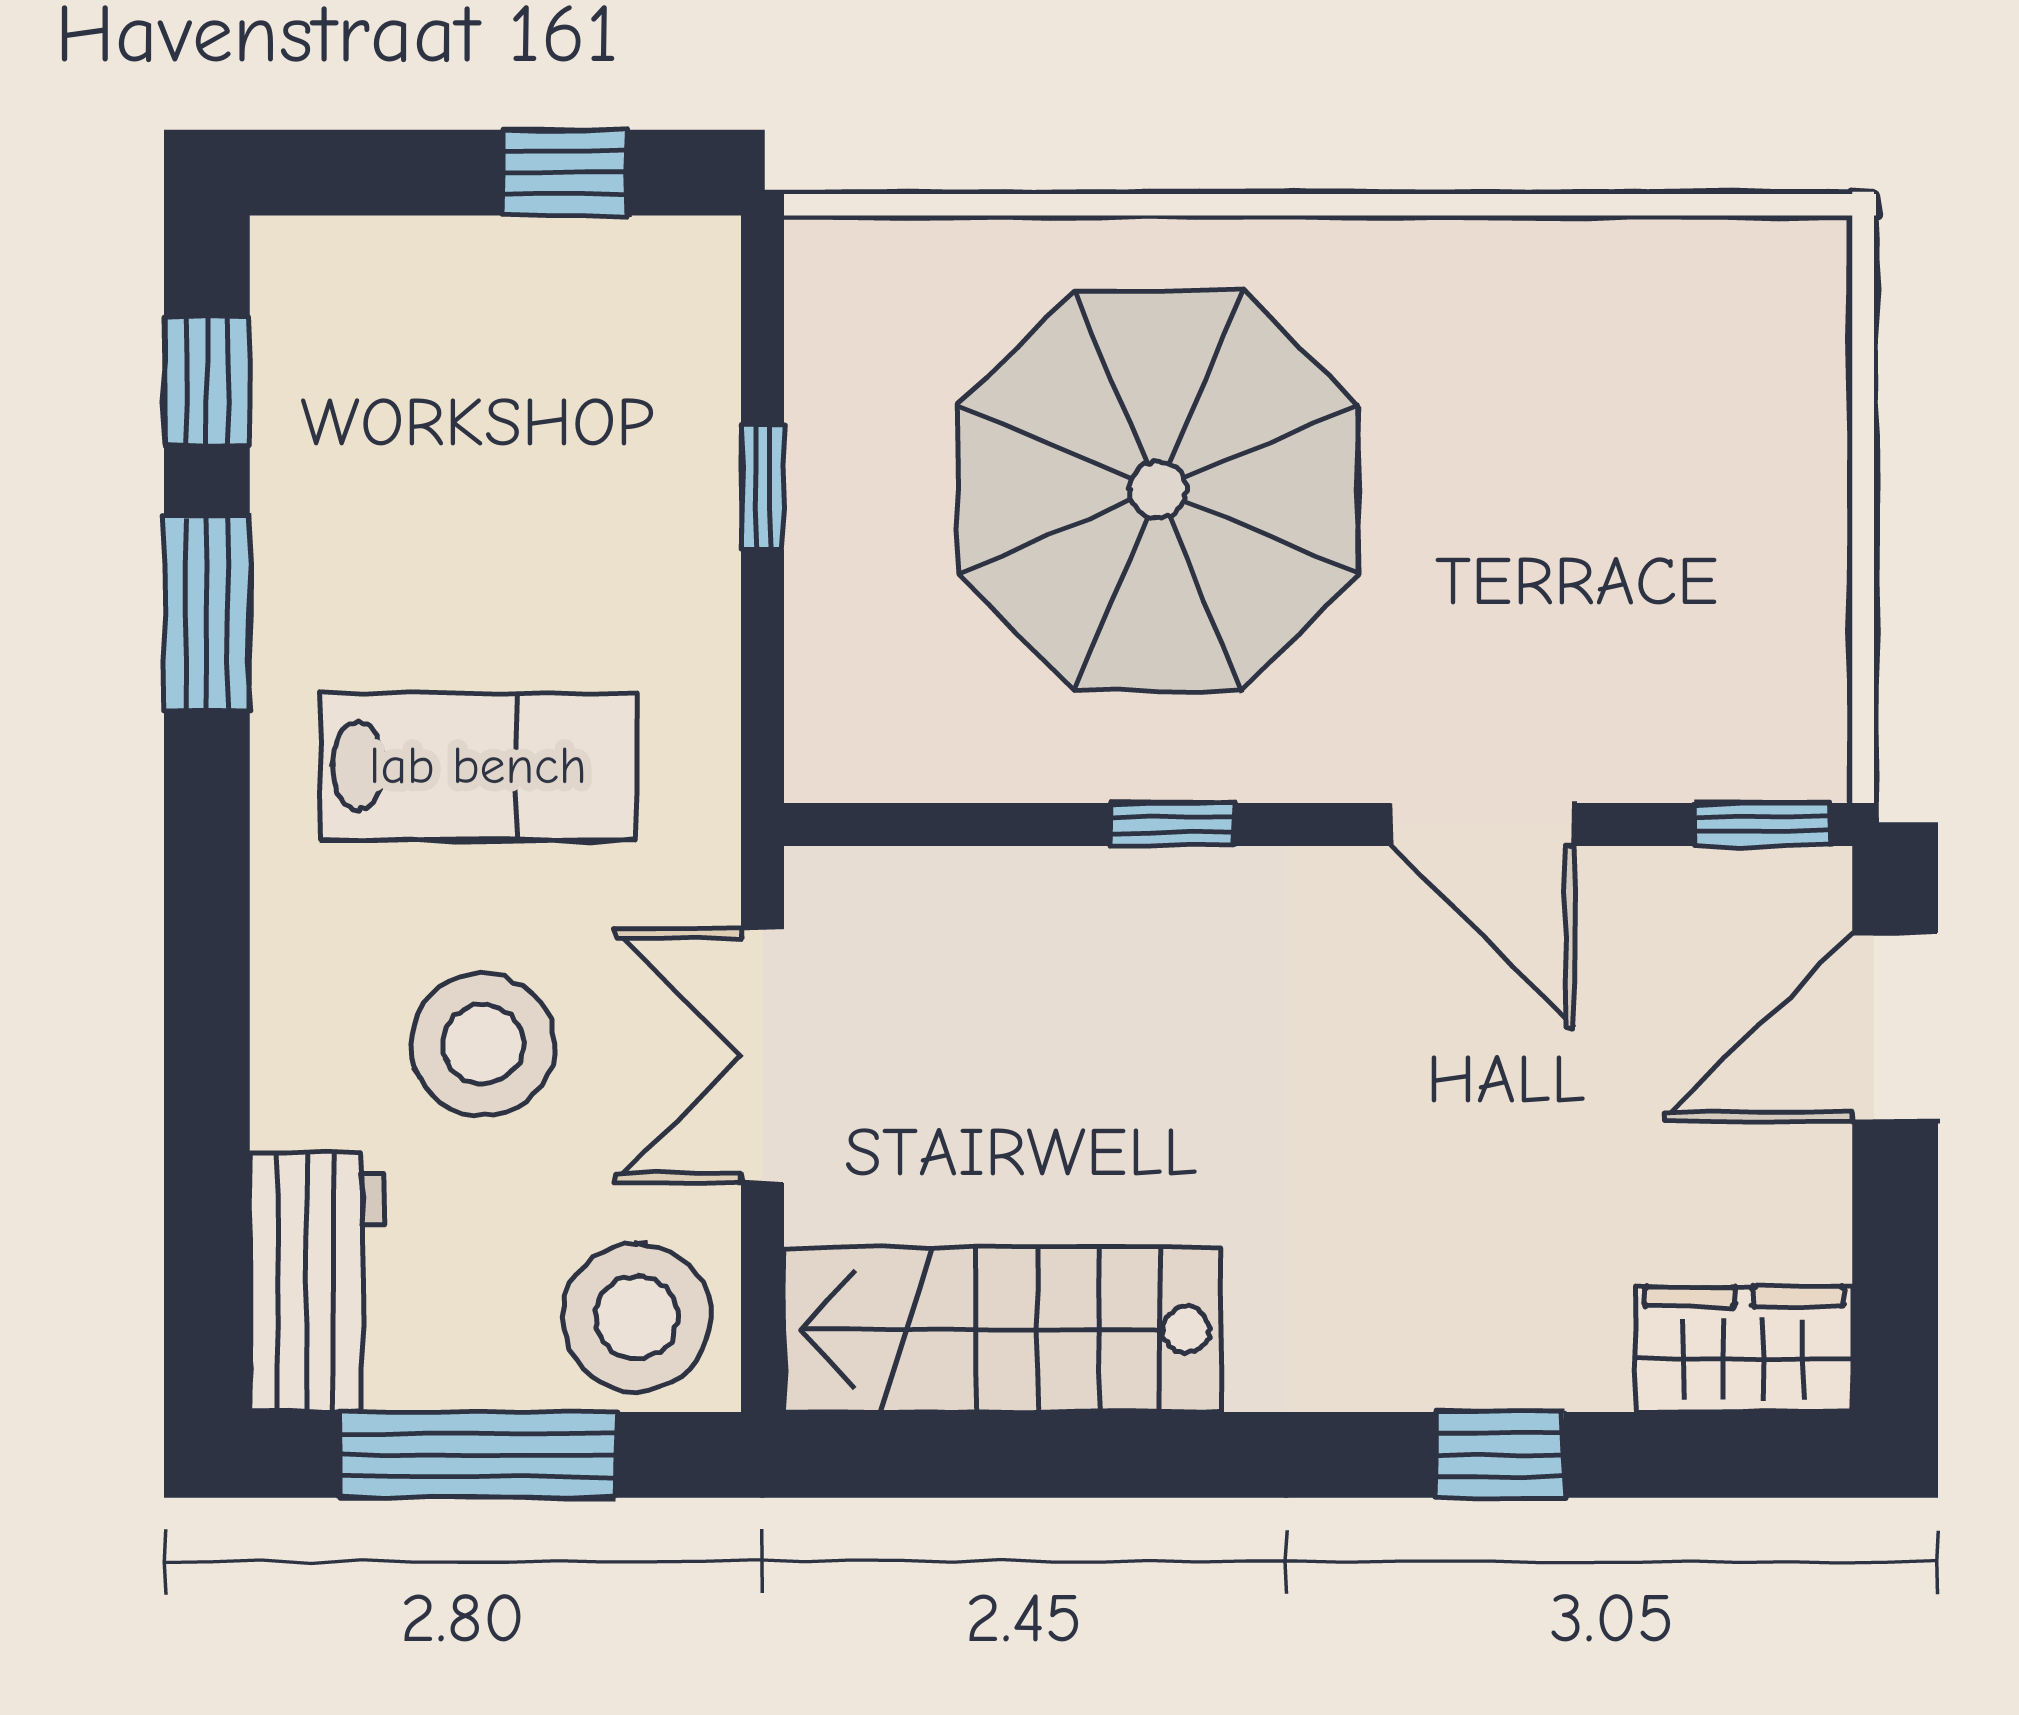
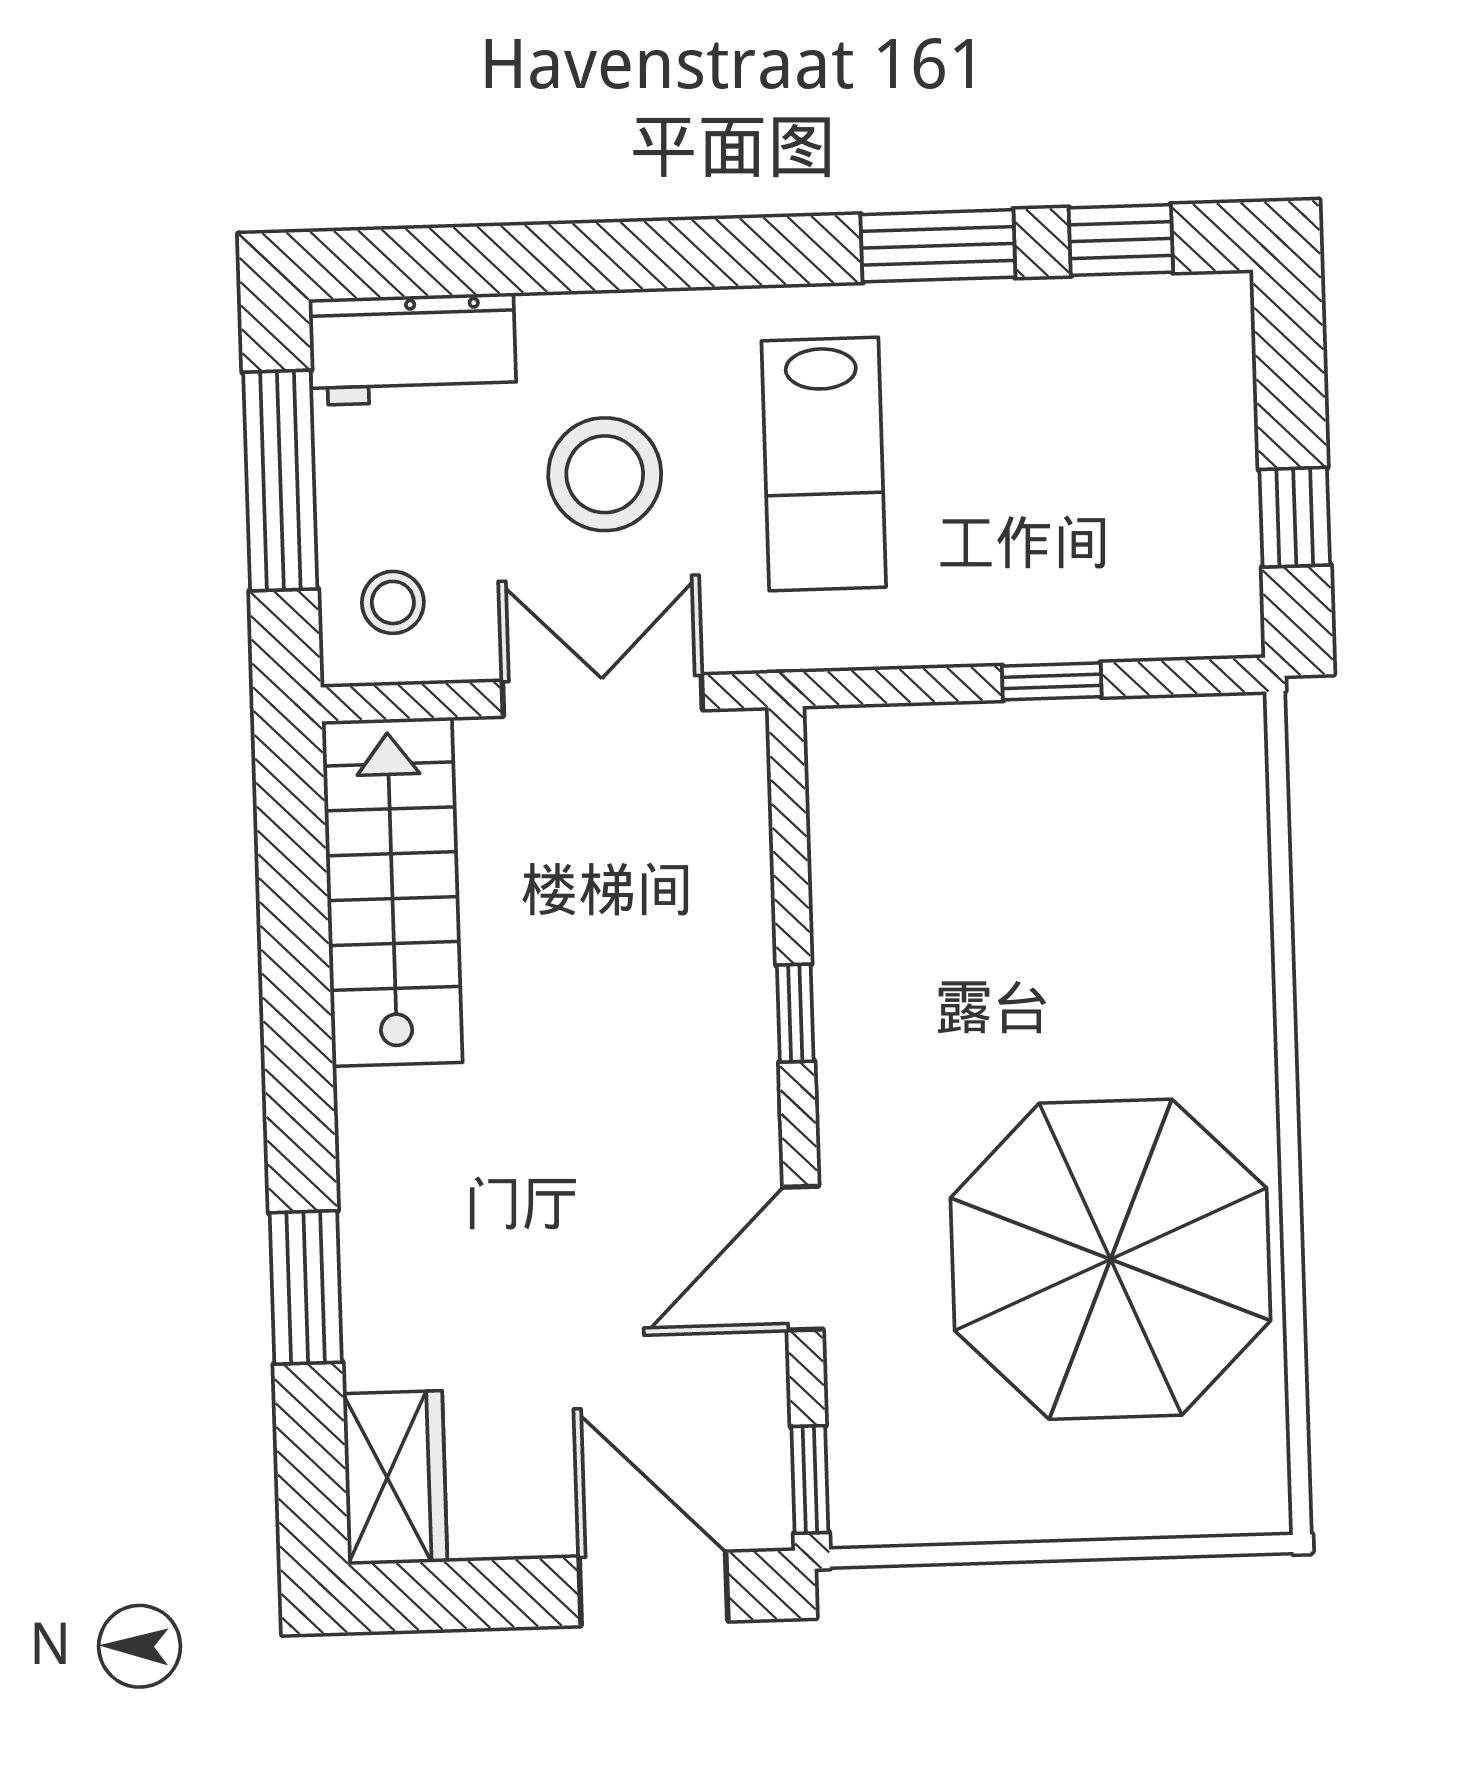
parasol: (1158, 490) -> (1111, 1259), moved
stool: (637, 1317) -> (393, 602), width x0.53, depth x0.53
window: (1500, 1455) -> (306, 1287), width x1.50

